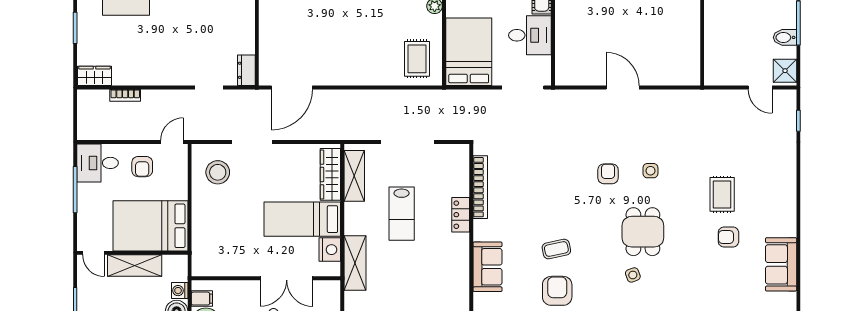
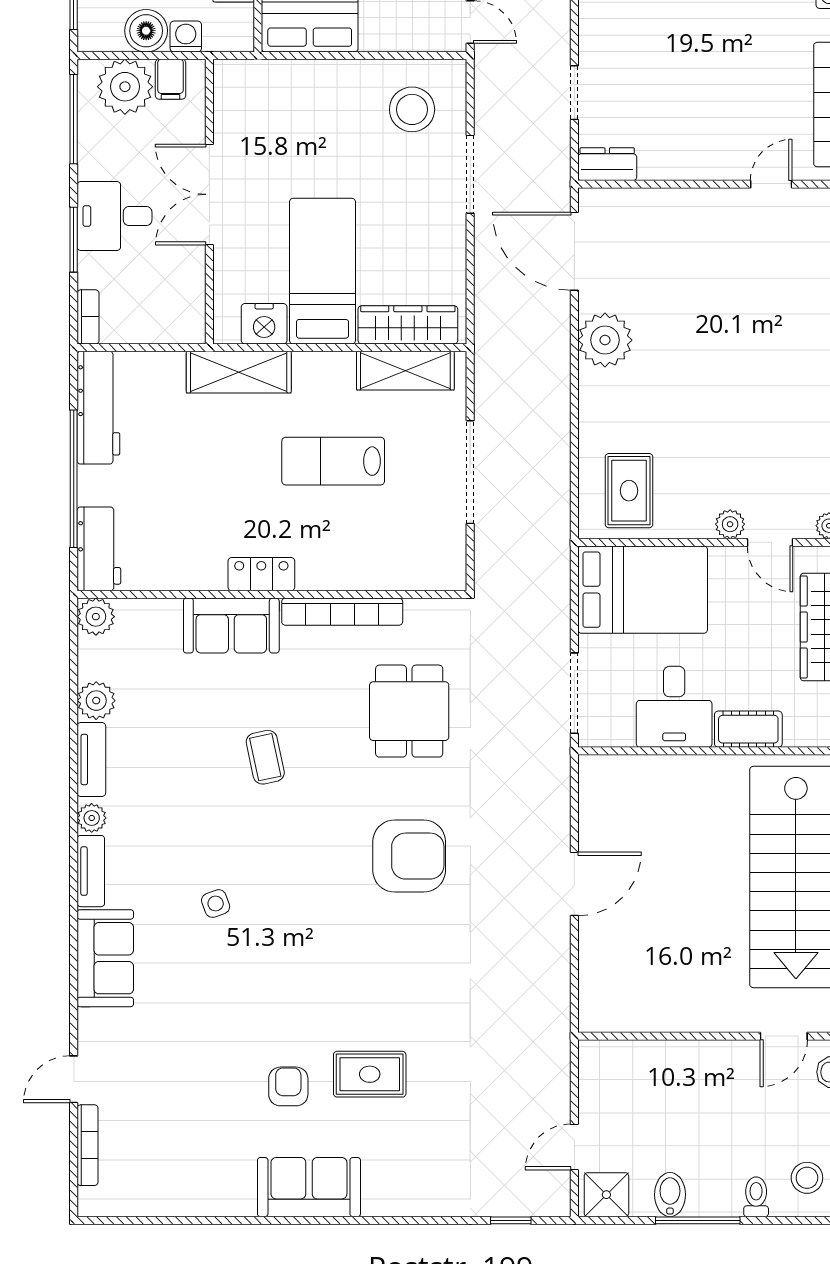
rug: (417, 59) -> (629, 491), turned 90
plant: (338, 71) -> (605, 340), added
side table: (650, 171) -> (415, 937), removed
armchair: (608, 174) -> (409, 856), width x1.88, depth x1.88
bookcase: (480, 187) -> (342, 612), moved
locker: (461, 215) -> (261, 574), moved
dining table: (643, 232) -> (409, 711), moved, turned 90
sofa: (781, 264) -> (309, 1187), moved
double door: (287, 278) -> (209, 194), moved
armchair: (557, 291) -> (185, 759), removed

